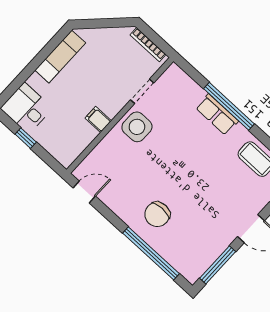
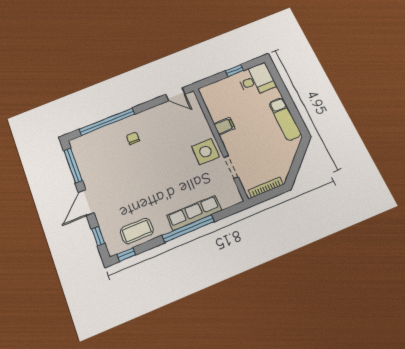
row of seats: (217, 114) -> (194, 213), width x1.48
door: (84, 192) -> (175, 94), hinge flipped
chair: (157, 214) -> (133, 138), width x0.54, depth x0.54

